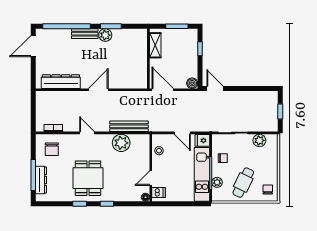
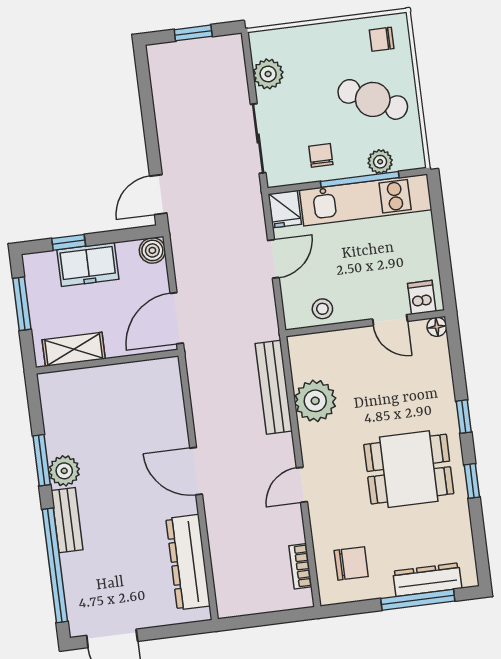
freezer: (190, 56) -> (88, 264), added

